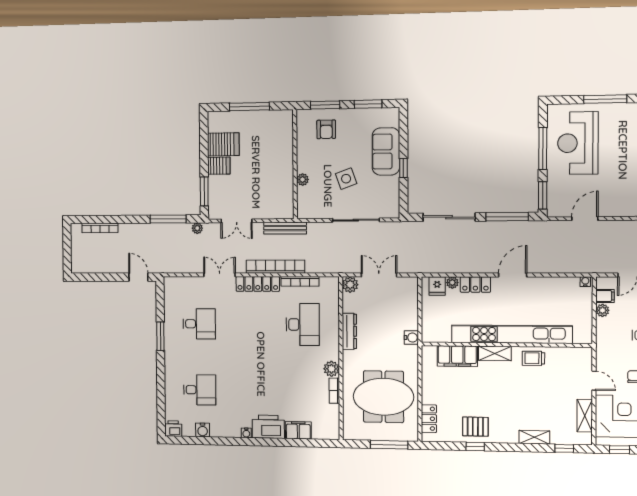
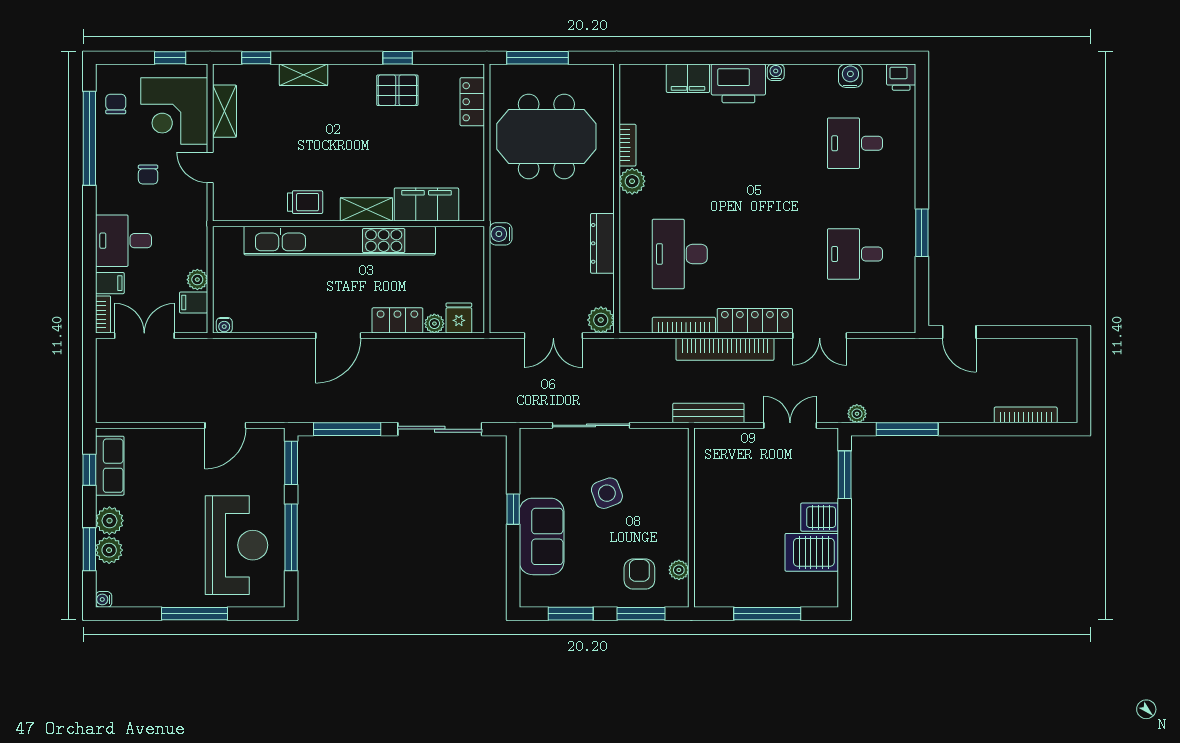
plant: (303, 180) -> (679, 570), moved

